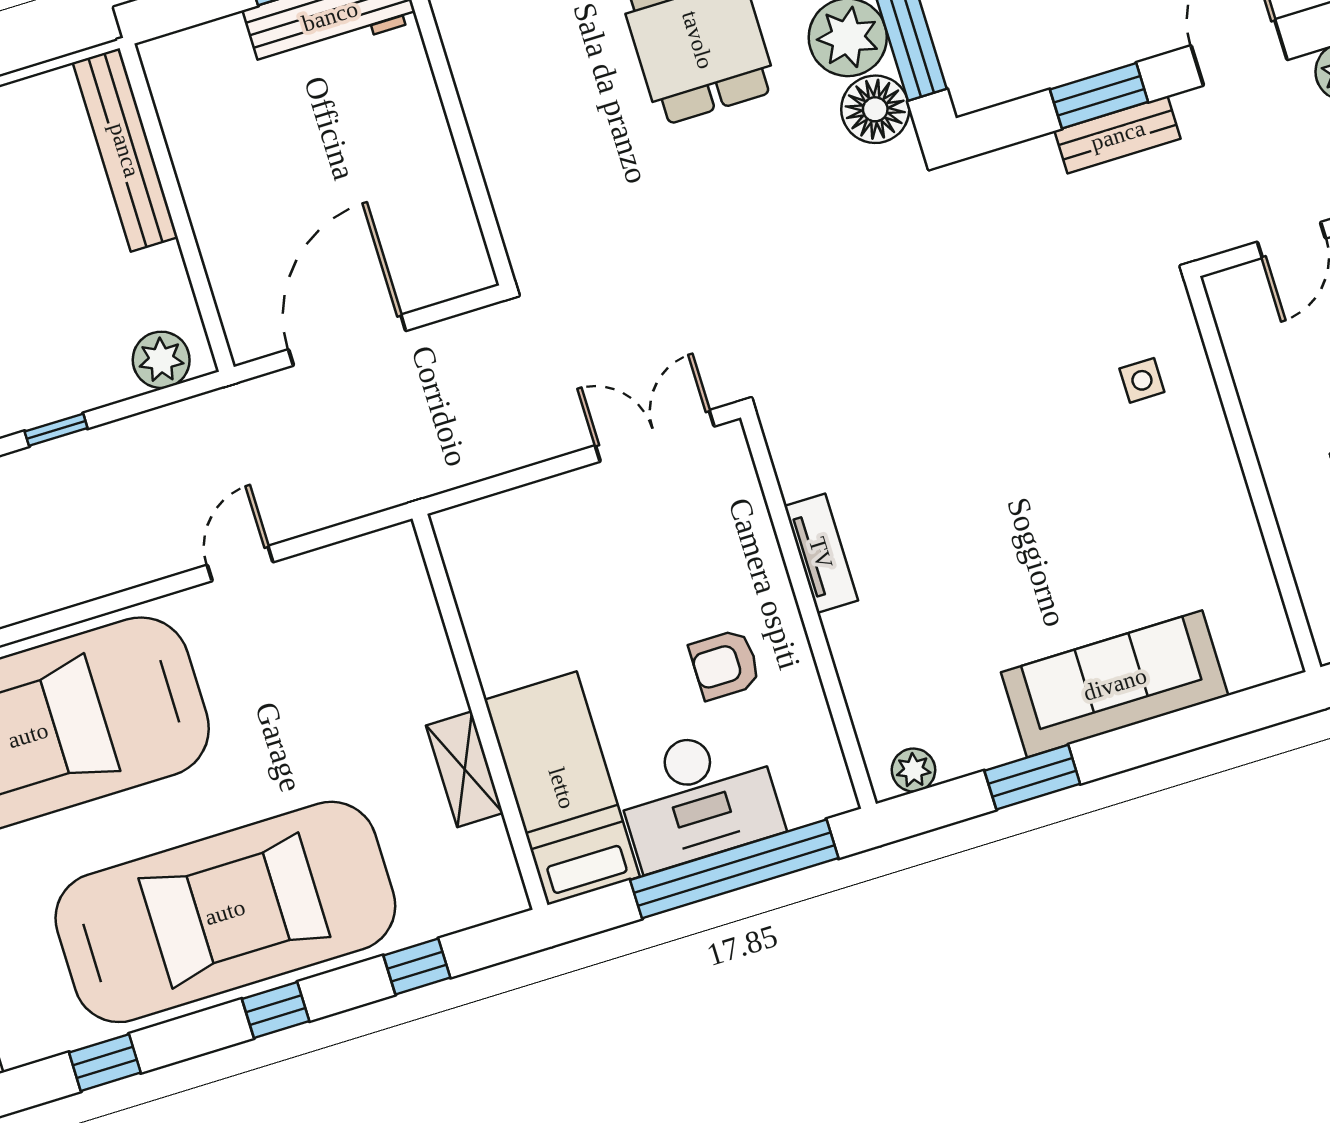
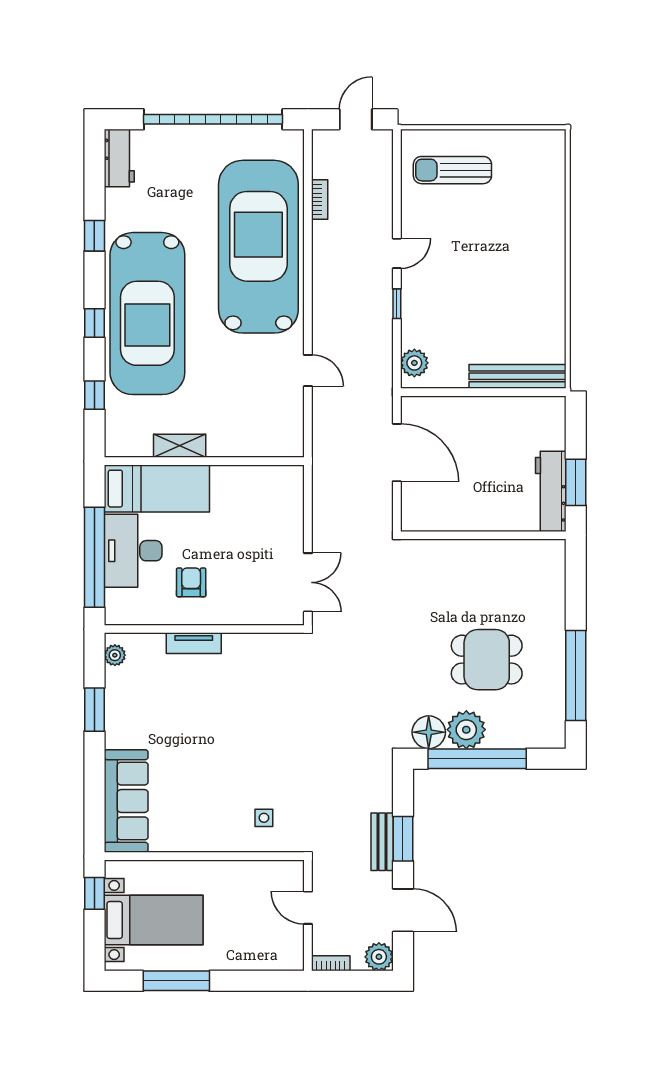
tv unit: (821, 553) -> (194, 643), moved
sofa: (1115, 684) -> (126, 801), moved

